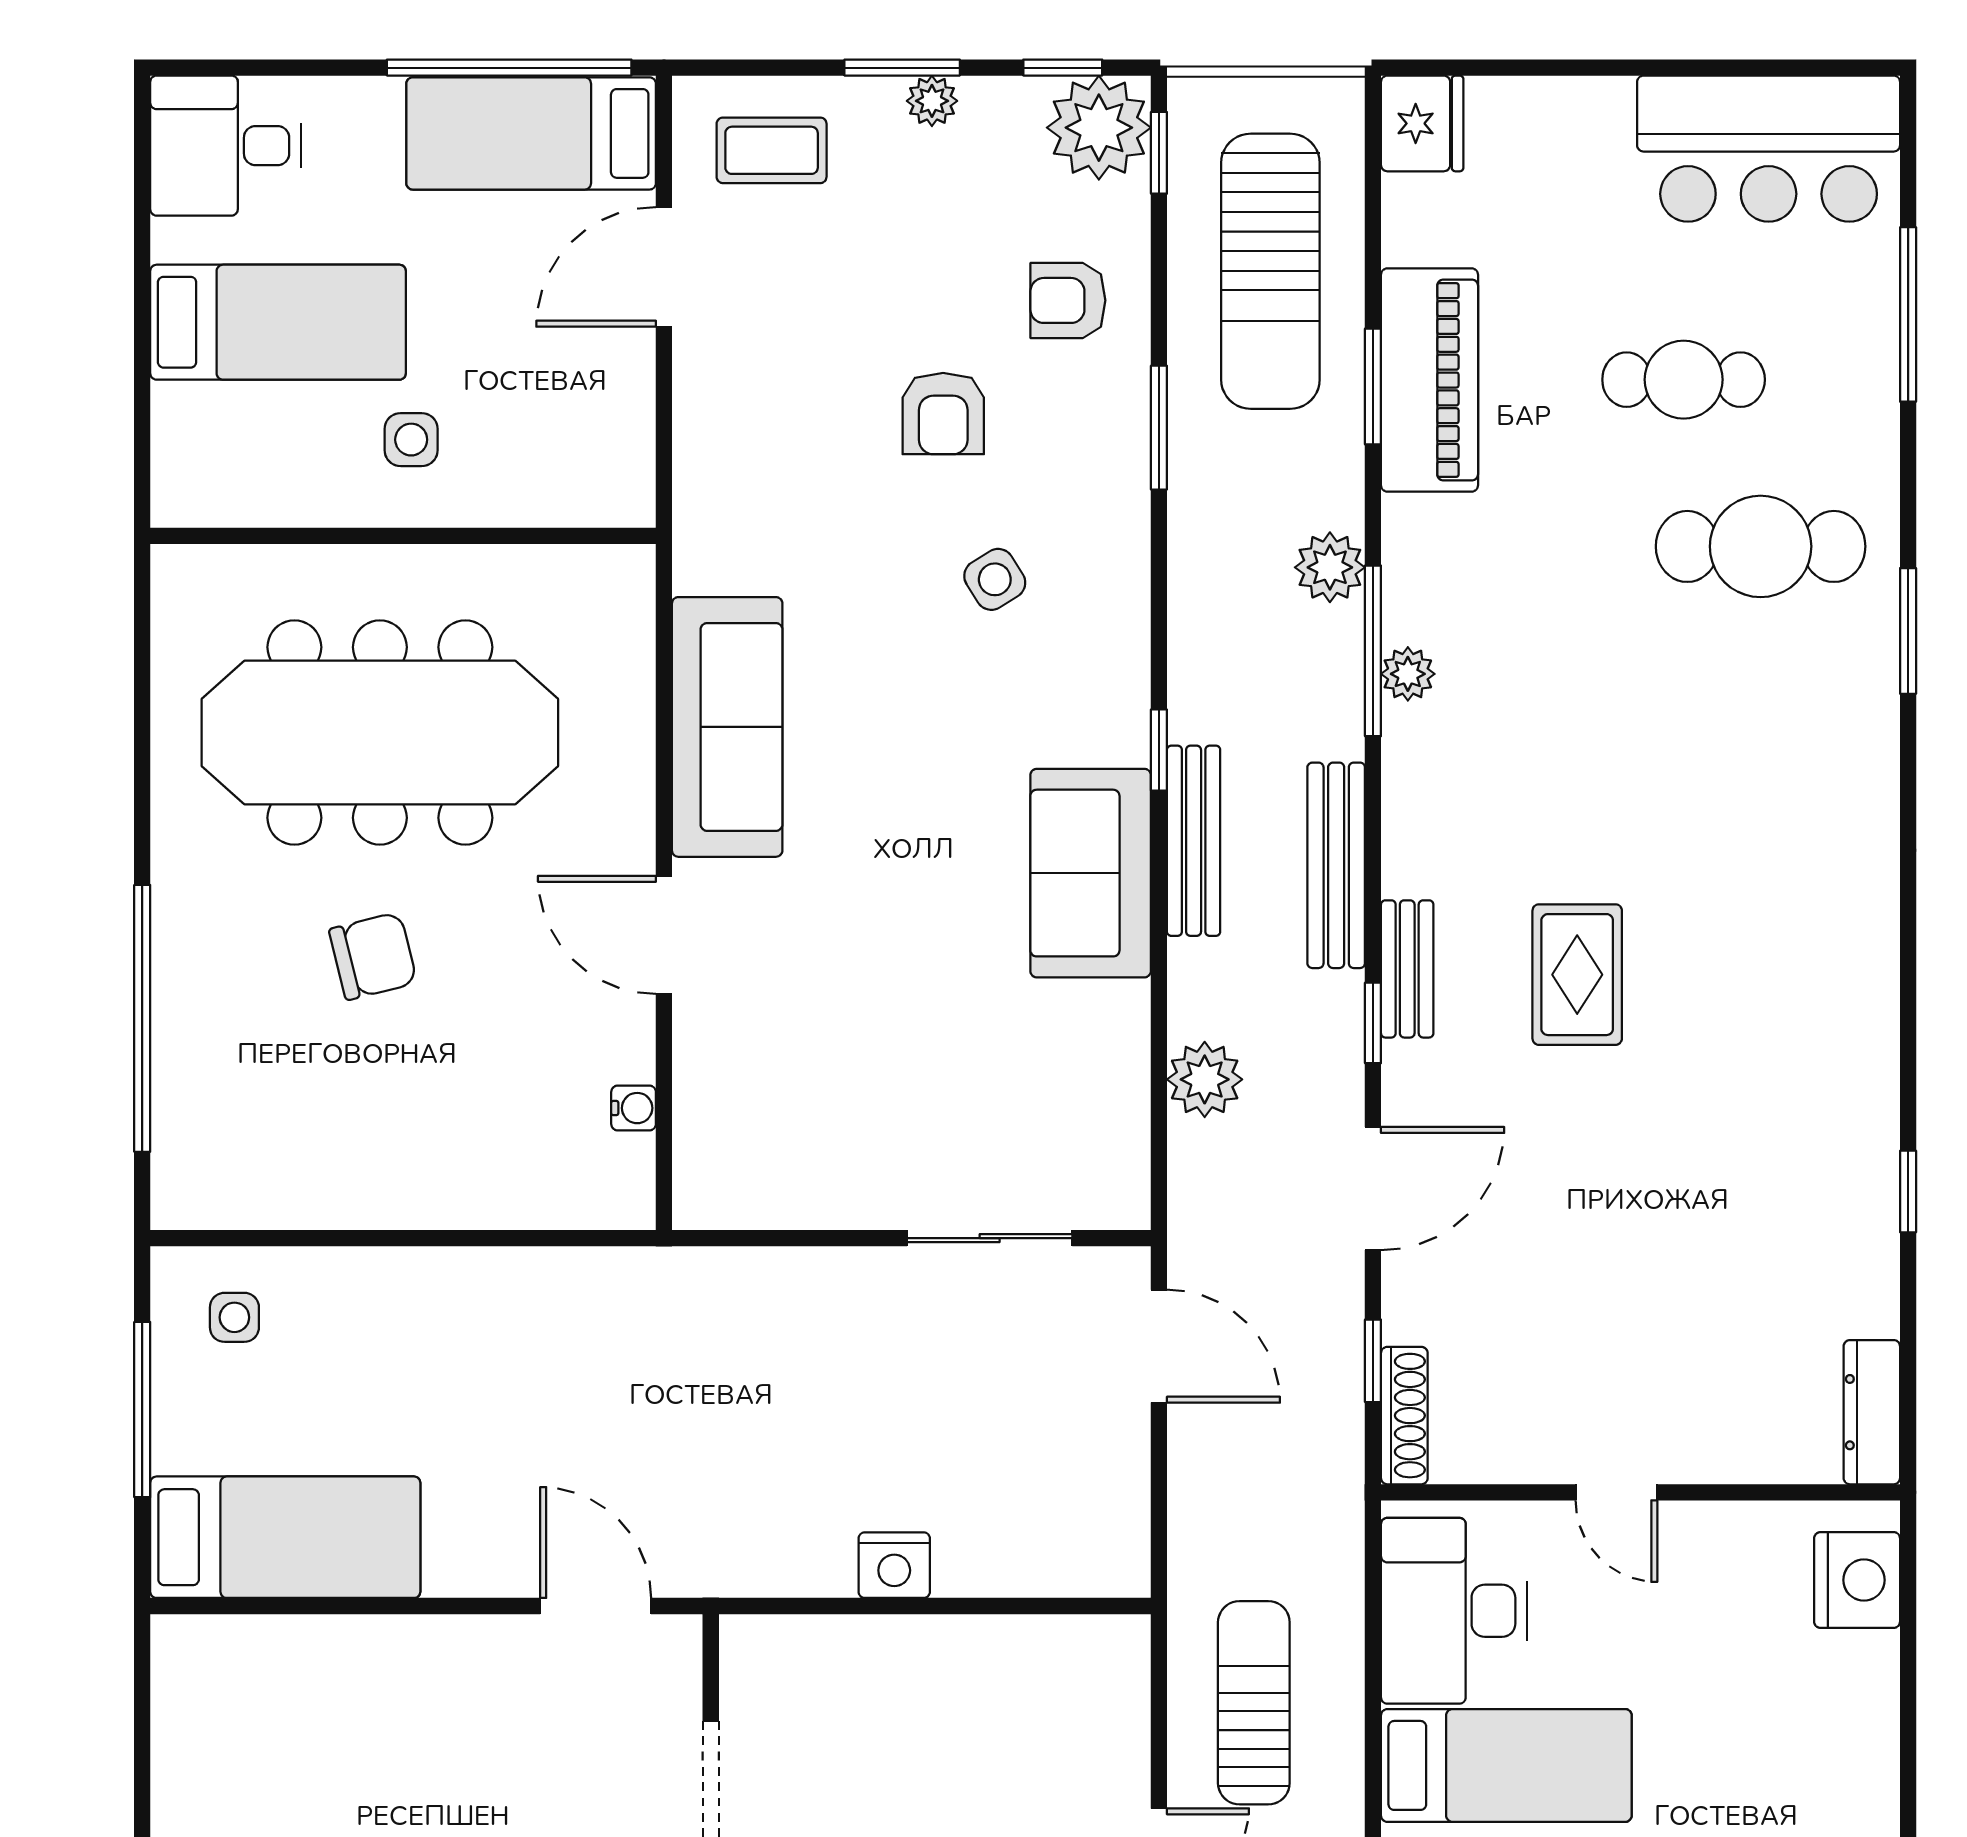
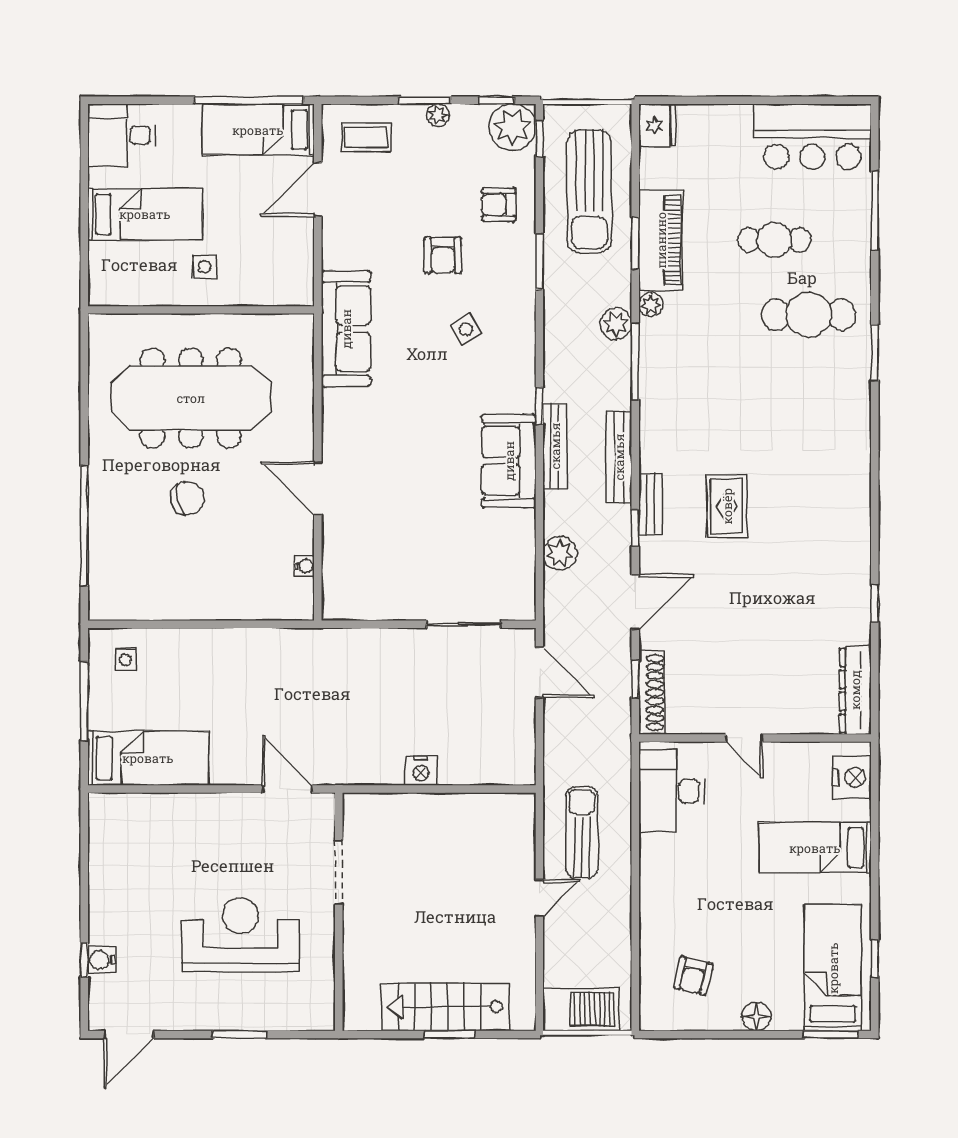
plant: (1408, 674) -> (651, 305), moved
sofa: (727, 727) -> (346, 329), moved
dresser: (1872, 1412) -> (855, 690), width x1.37, depth x1.24
shoe rack: (1404, 1416) -> (652, 693), width x1.36, depth x1.24
bed: (1506, 1765) -> (815, 848), moved, turned 180

